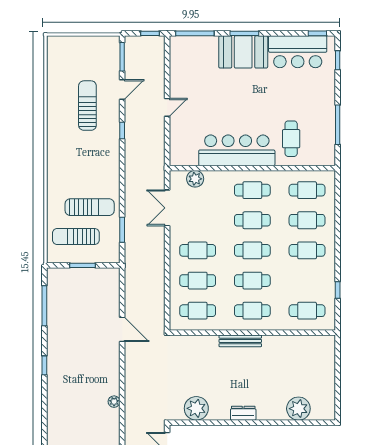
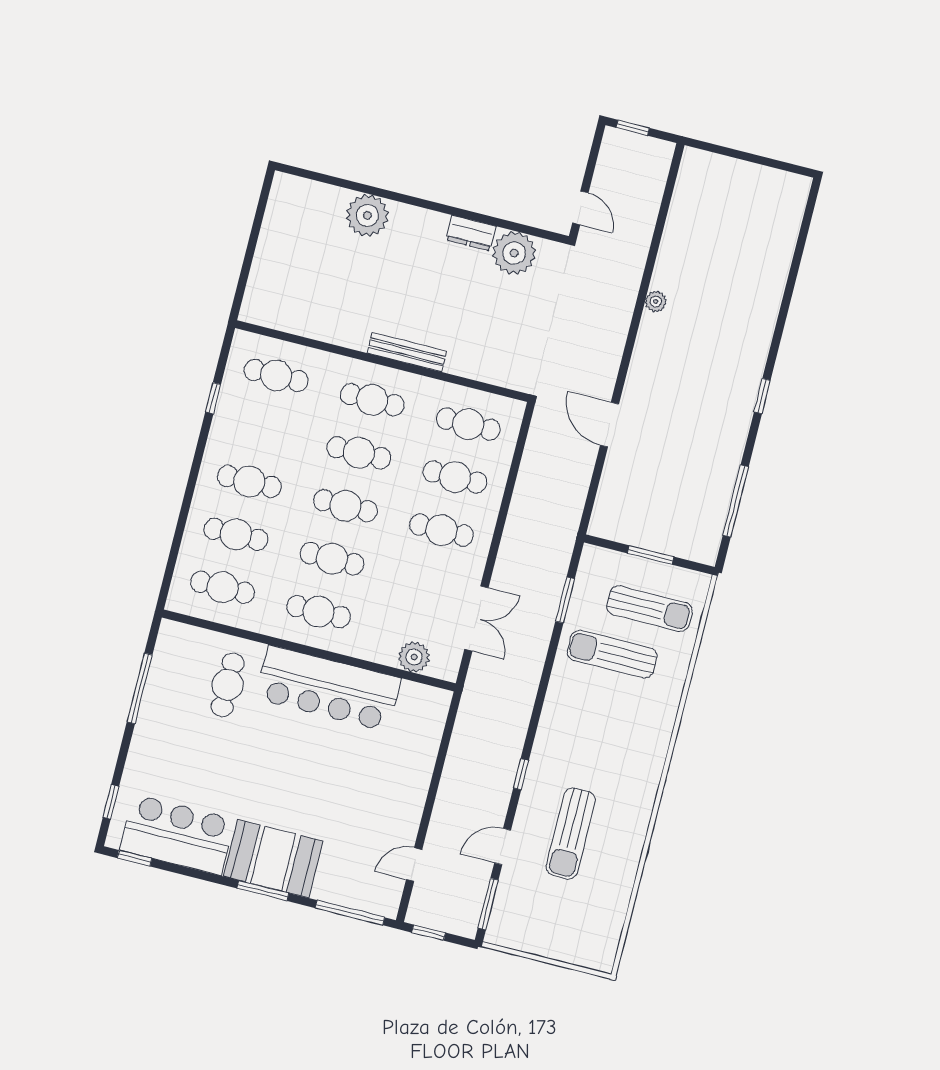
door: (167, 107) -> (414, 864), moved
plant: (298, 409) -> (367, 215), moved
dresser: (243, 413) -> (471, 233), moved

